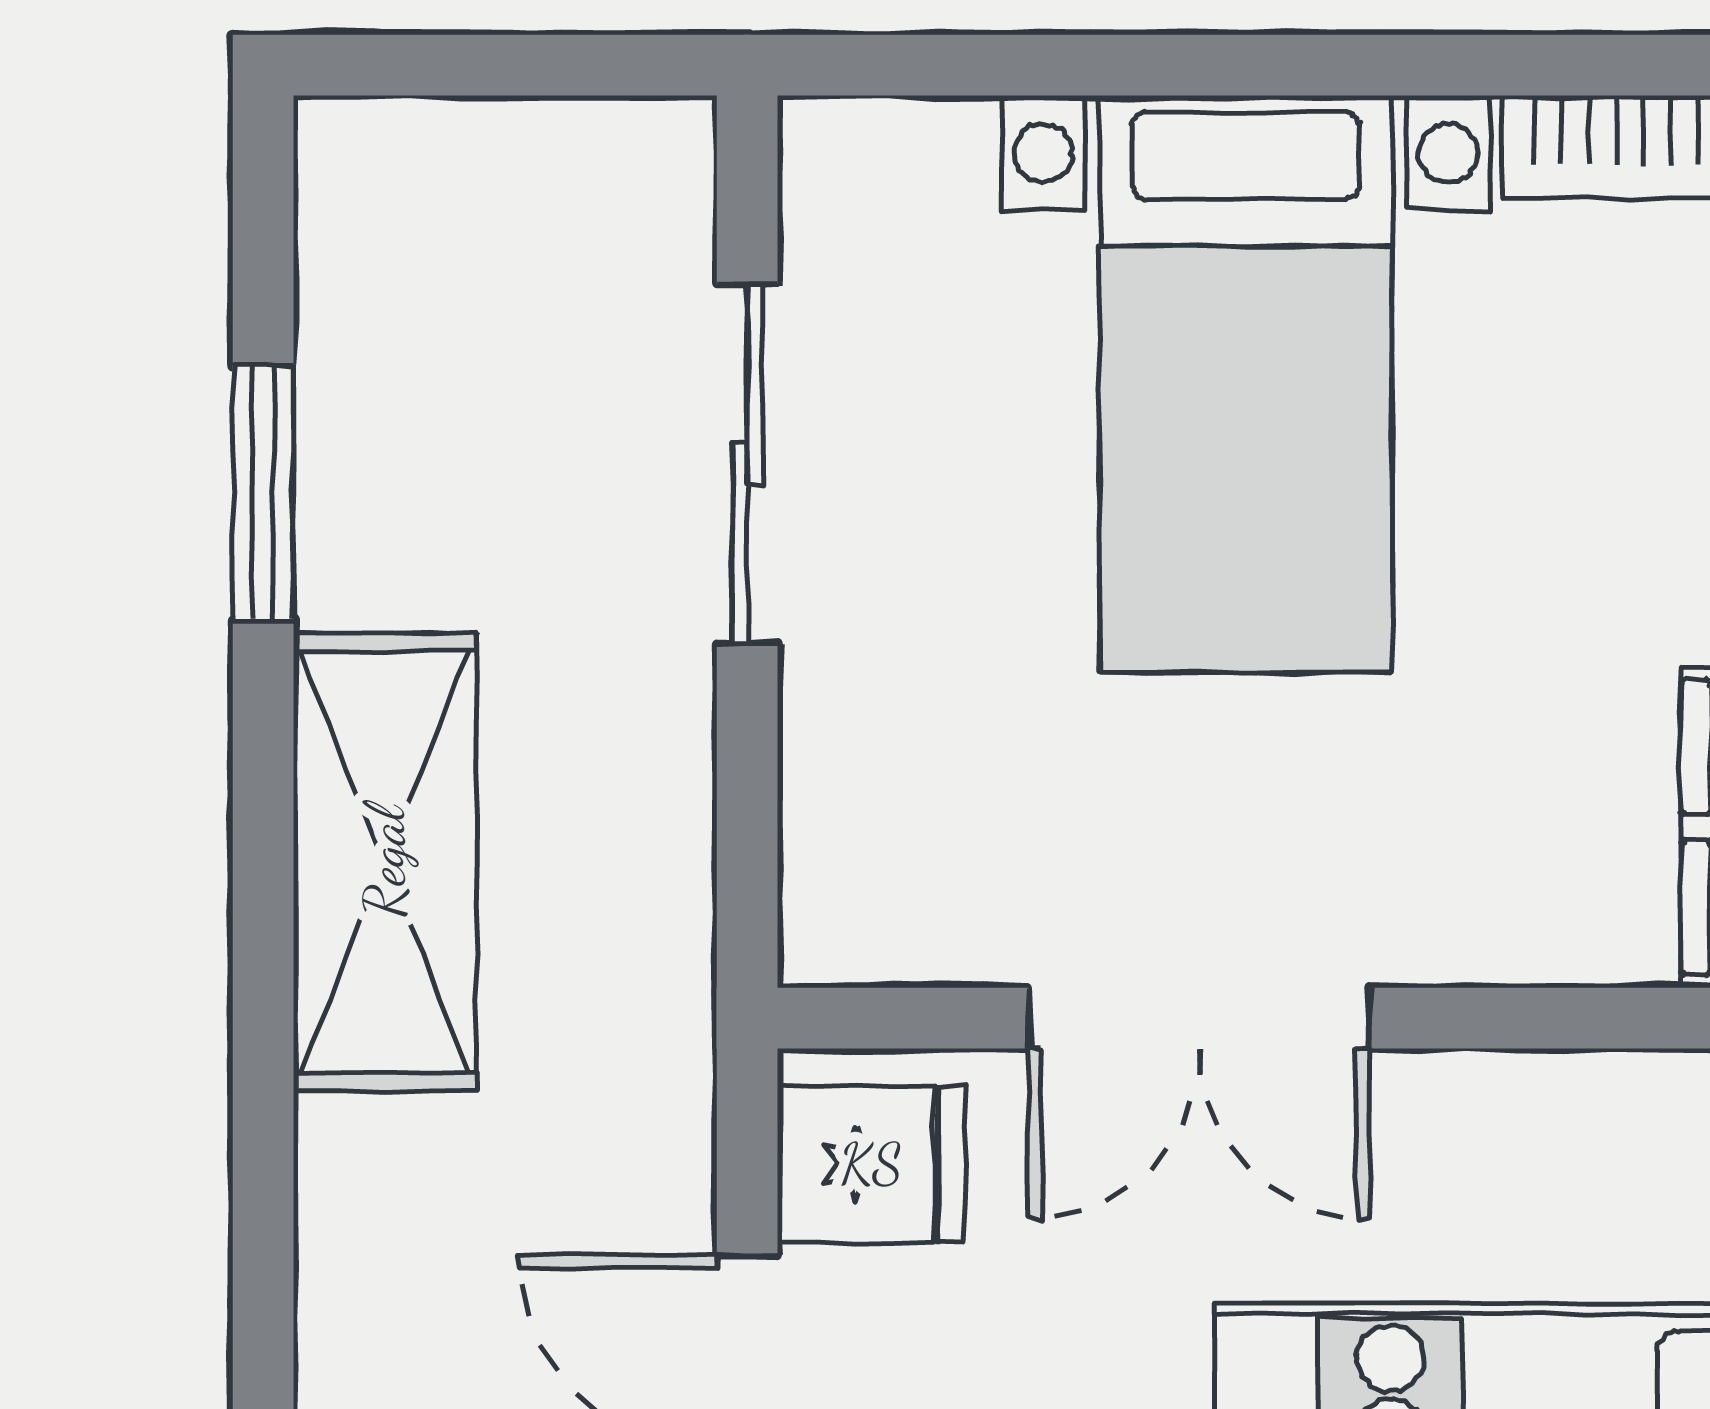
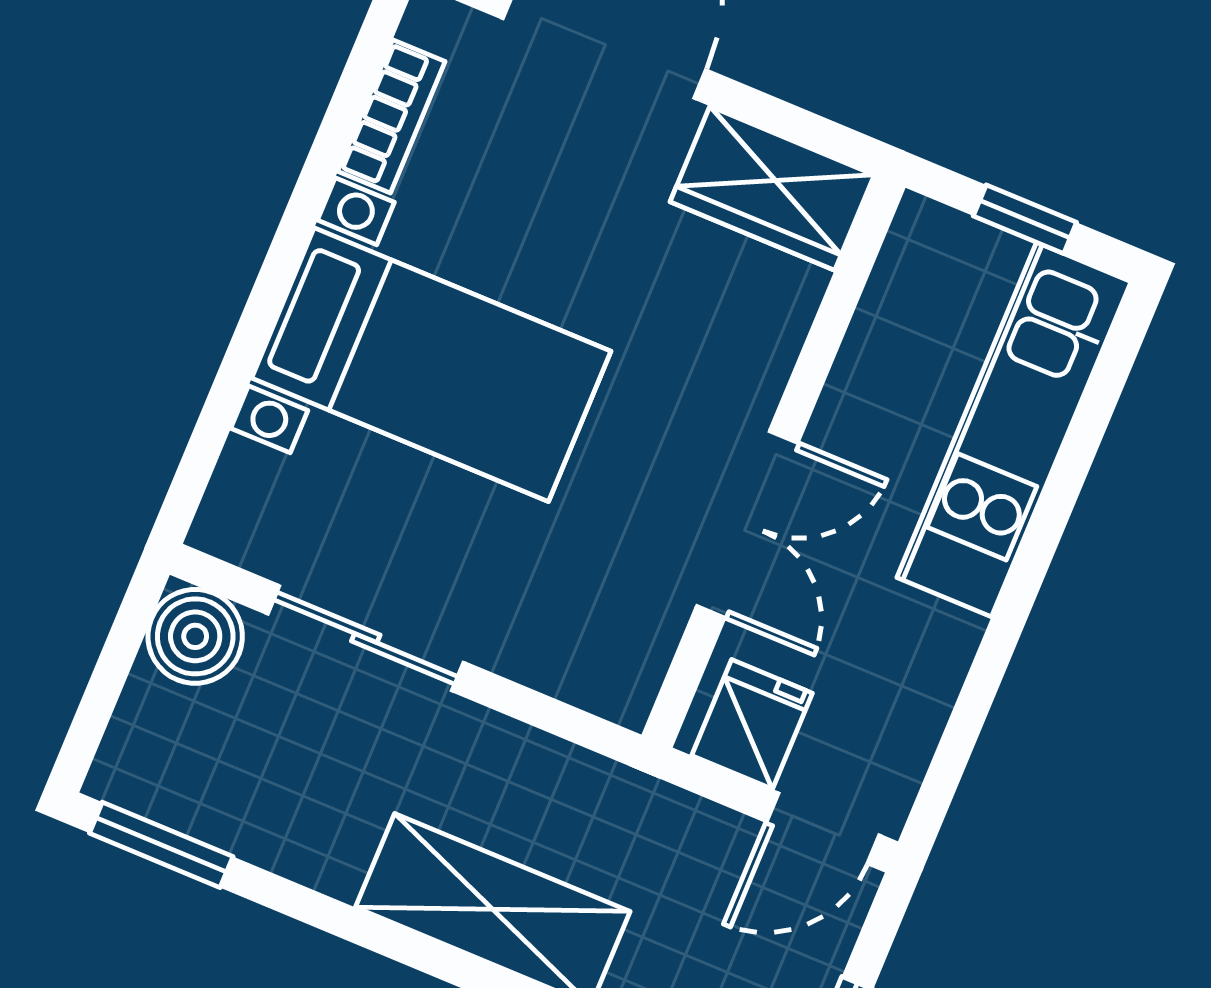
boiler: (632, 180) -> (195, 636), added
window: (263, 493) -> (161, 845), moved

